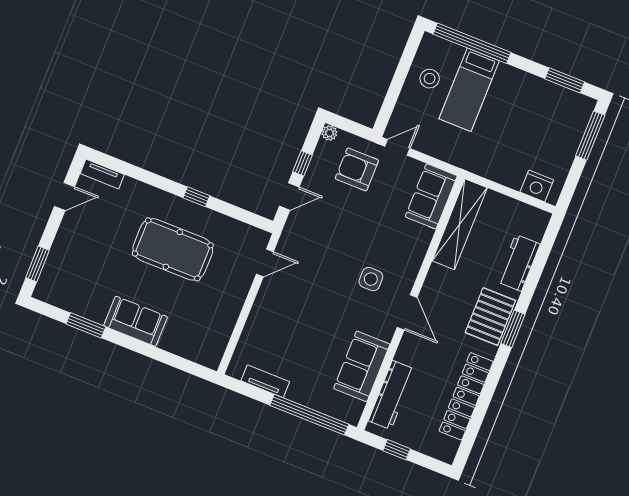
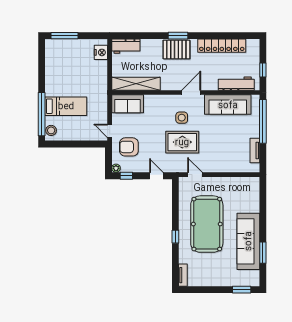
stool: (430, 79) -> (51, 130), moved
window: (565, 80) -> (42, 60), removed
window: (302, 163) -> (126, 176), moved
armchair: (357, 169) -> (129, 147), turned 90
door: (64, 196) -> (202, 290), removed
window: (196, 197) -> (175, 237), moved
pool table: (173, 249) -> (207, 224), width x1.36, depth x1.32
workbench: (519, 263) -> (126, 46), moved
rug: (329, 264) -> (182, 142), added
sofa: (136, 321) -> (248, 241), width x1.85, depth x1.27
sofa: (362, 366) -> (228, 105), width x1.36

